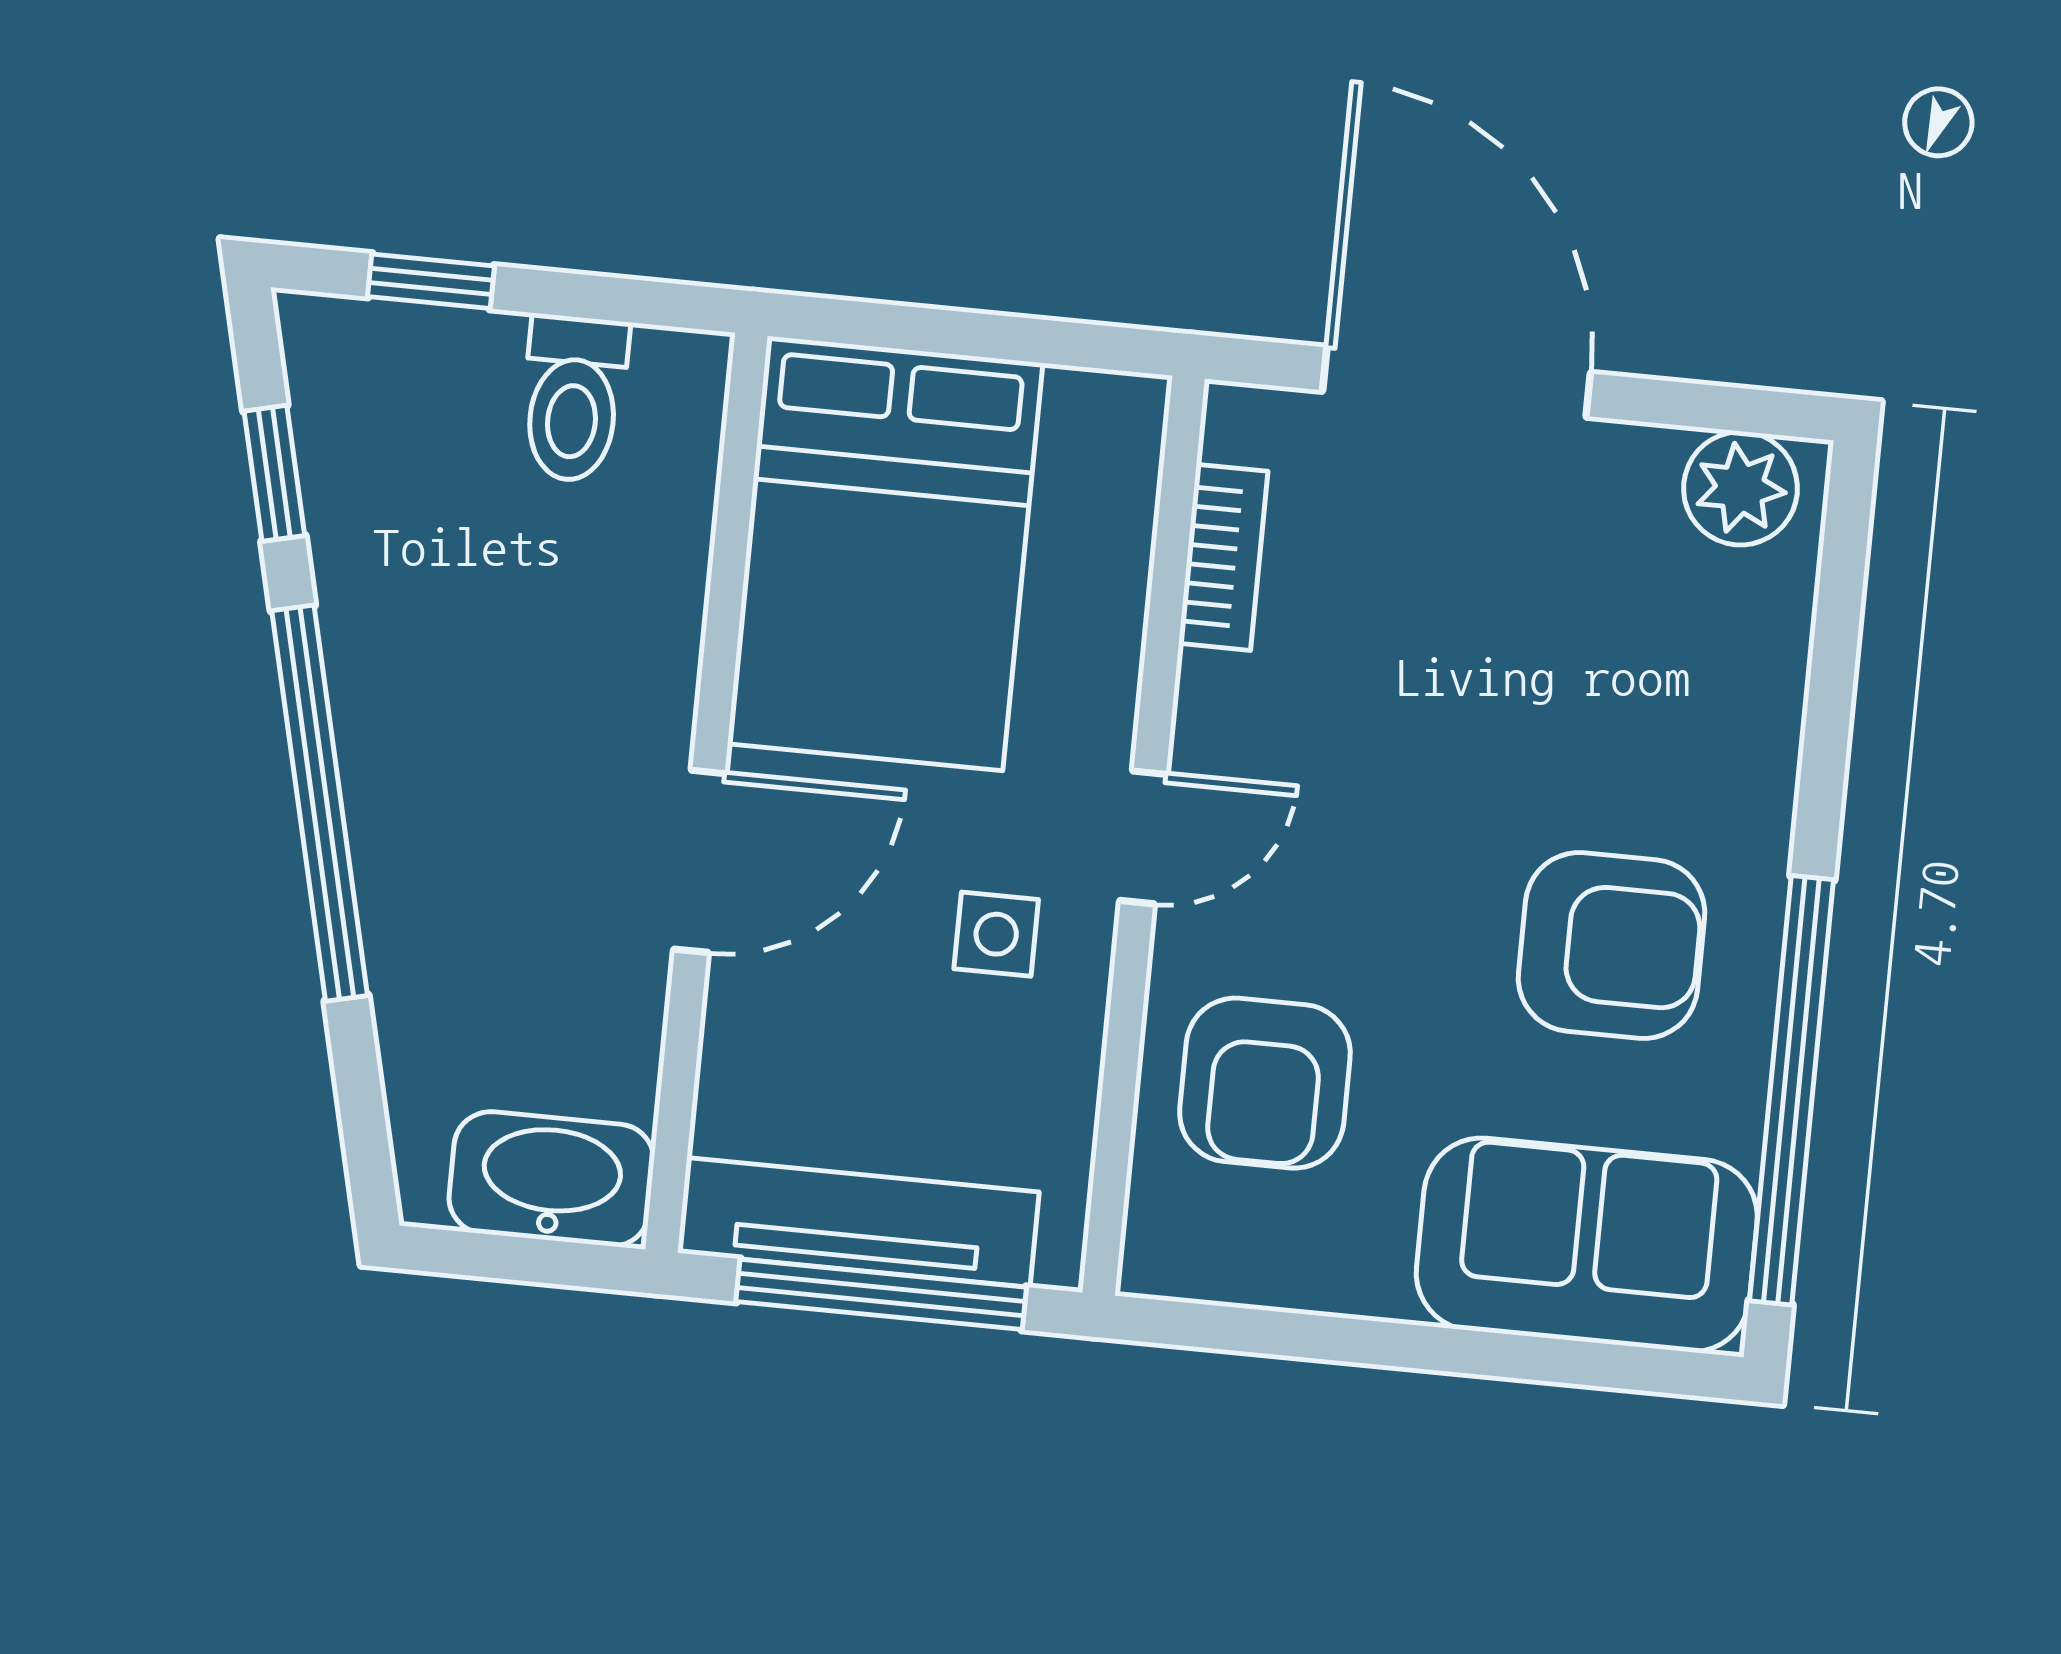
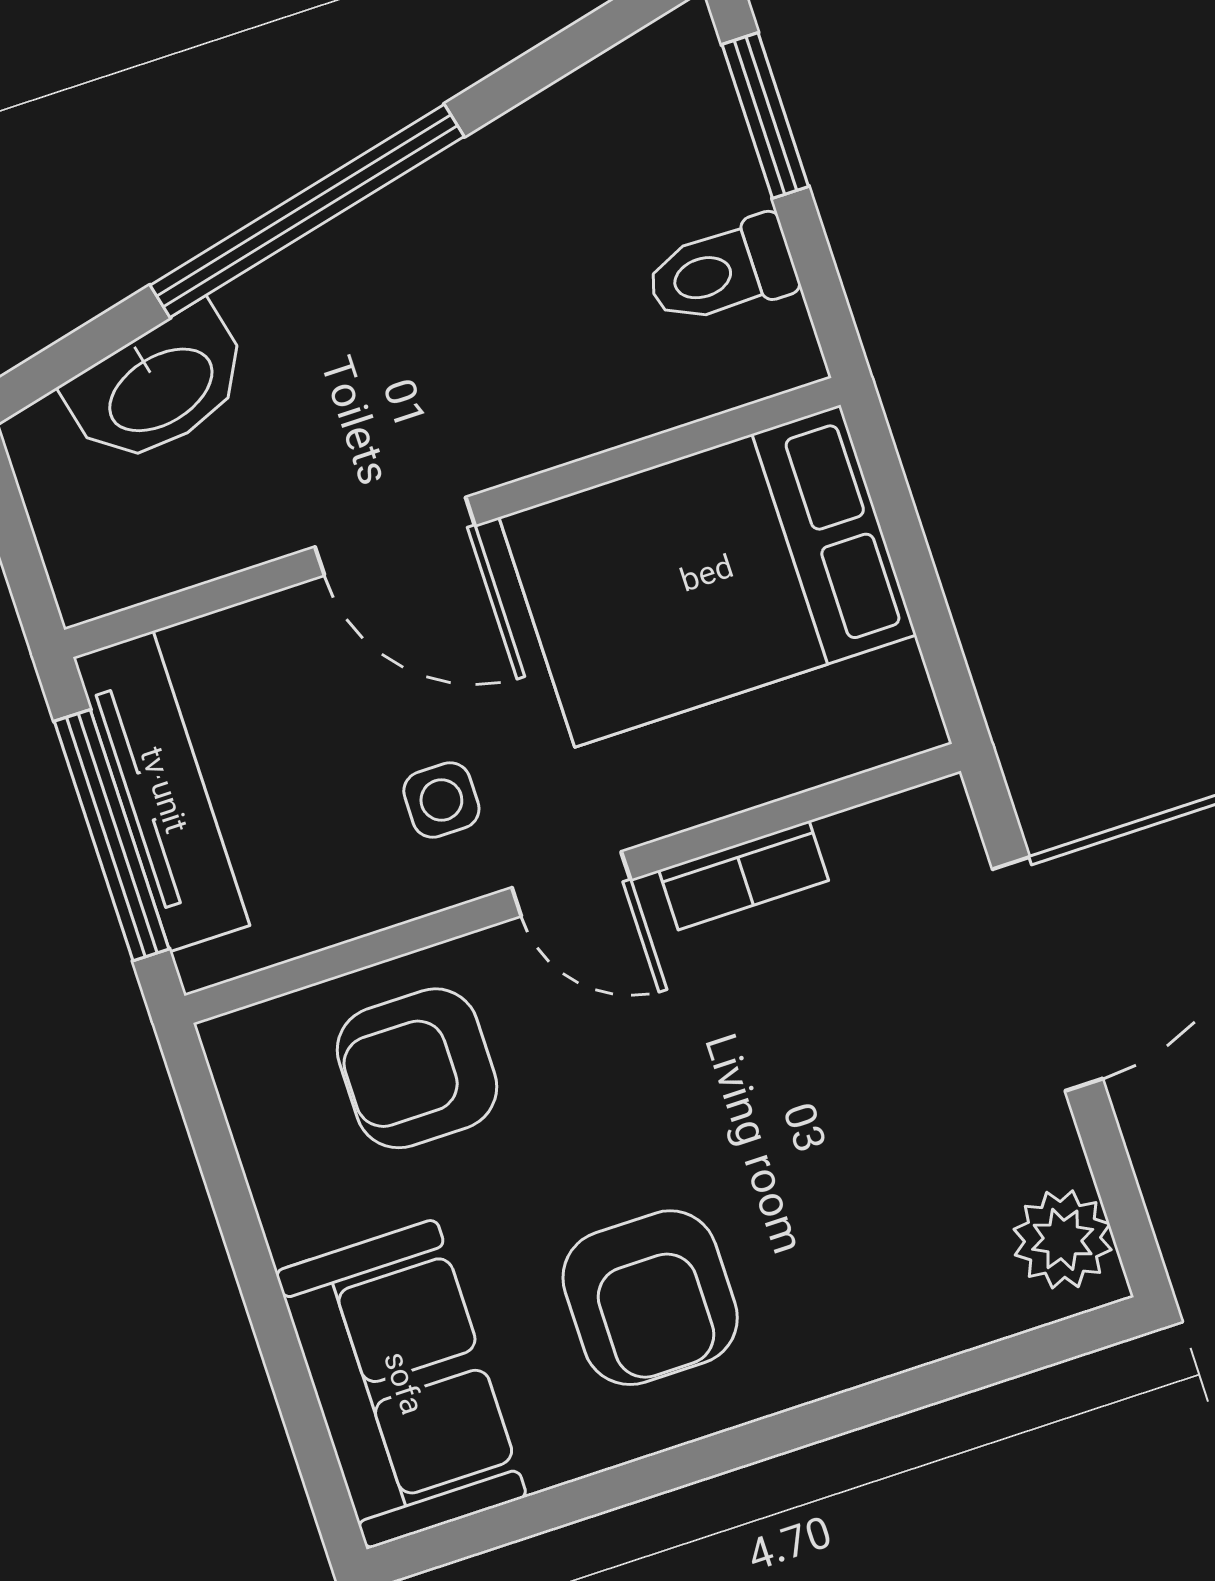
window: (431, 281) -> (765, 116), width x1.50
window: (274, 473) -> (556, 58), removed
bookcase: (1223, 557) -> (744, 875), moved
window: (1791, 1090) -> (598, 1493), removed
washbasin: (552, 1179) -> (159, 387), moved, turned 77

